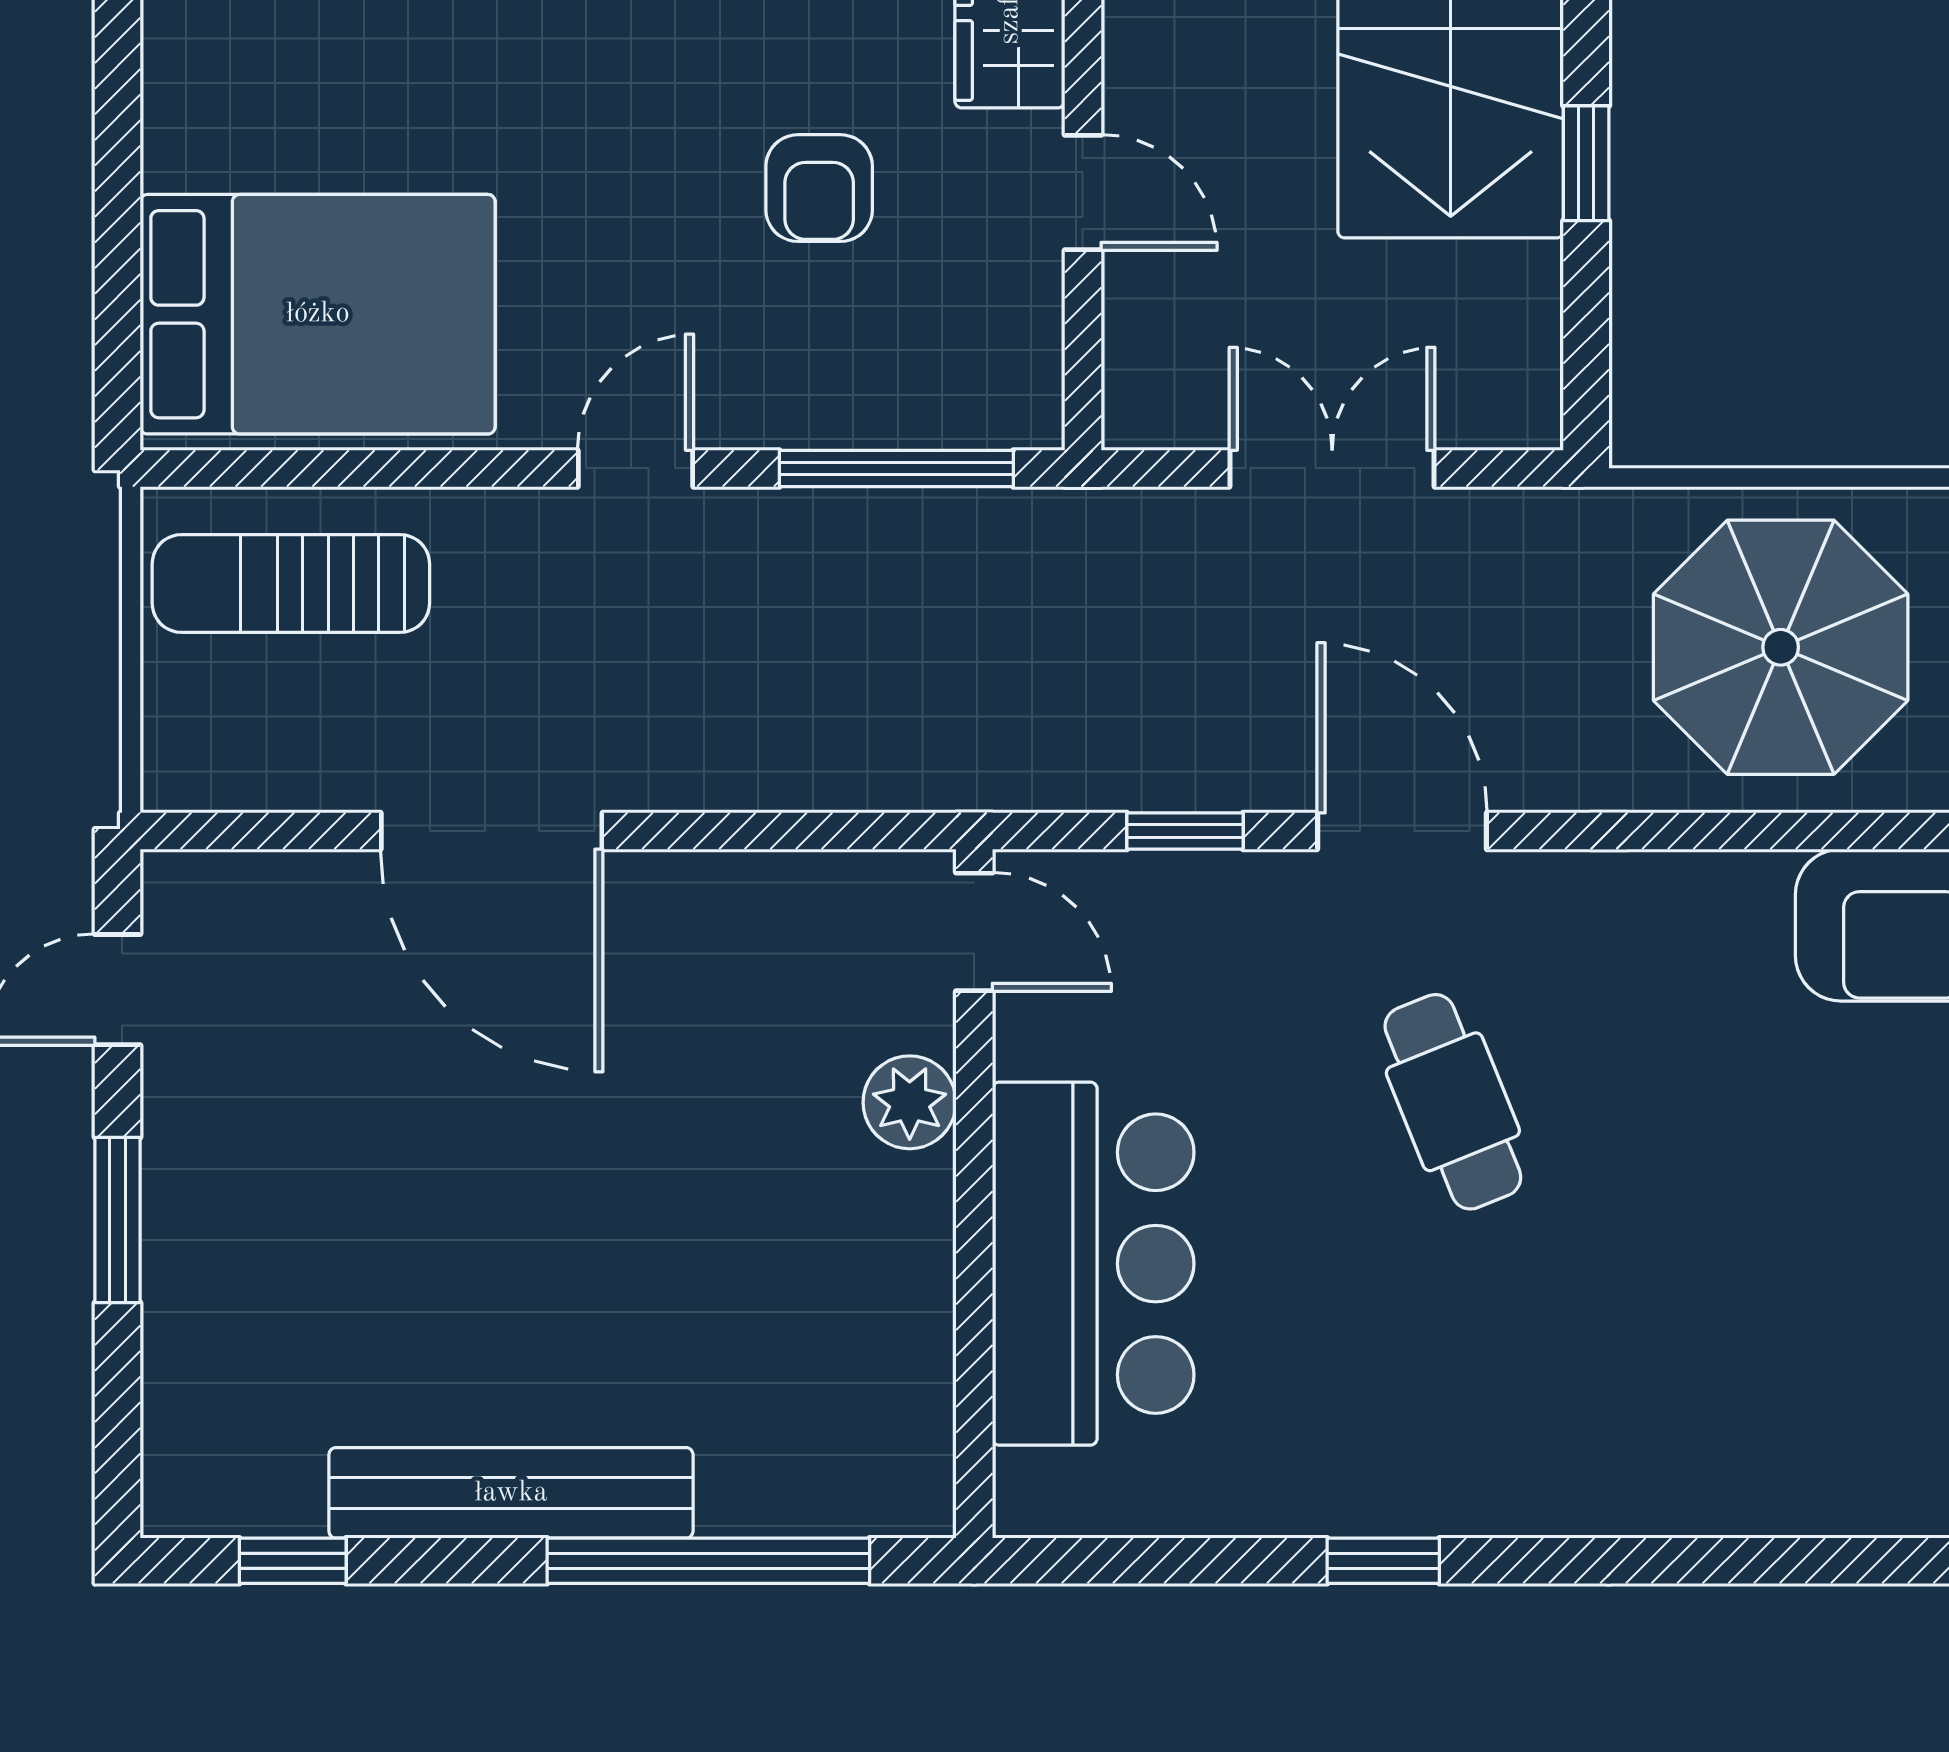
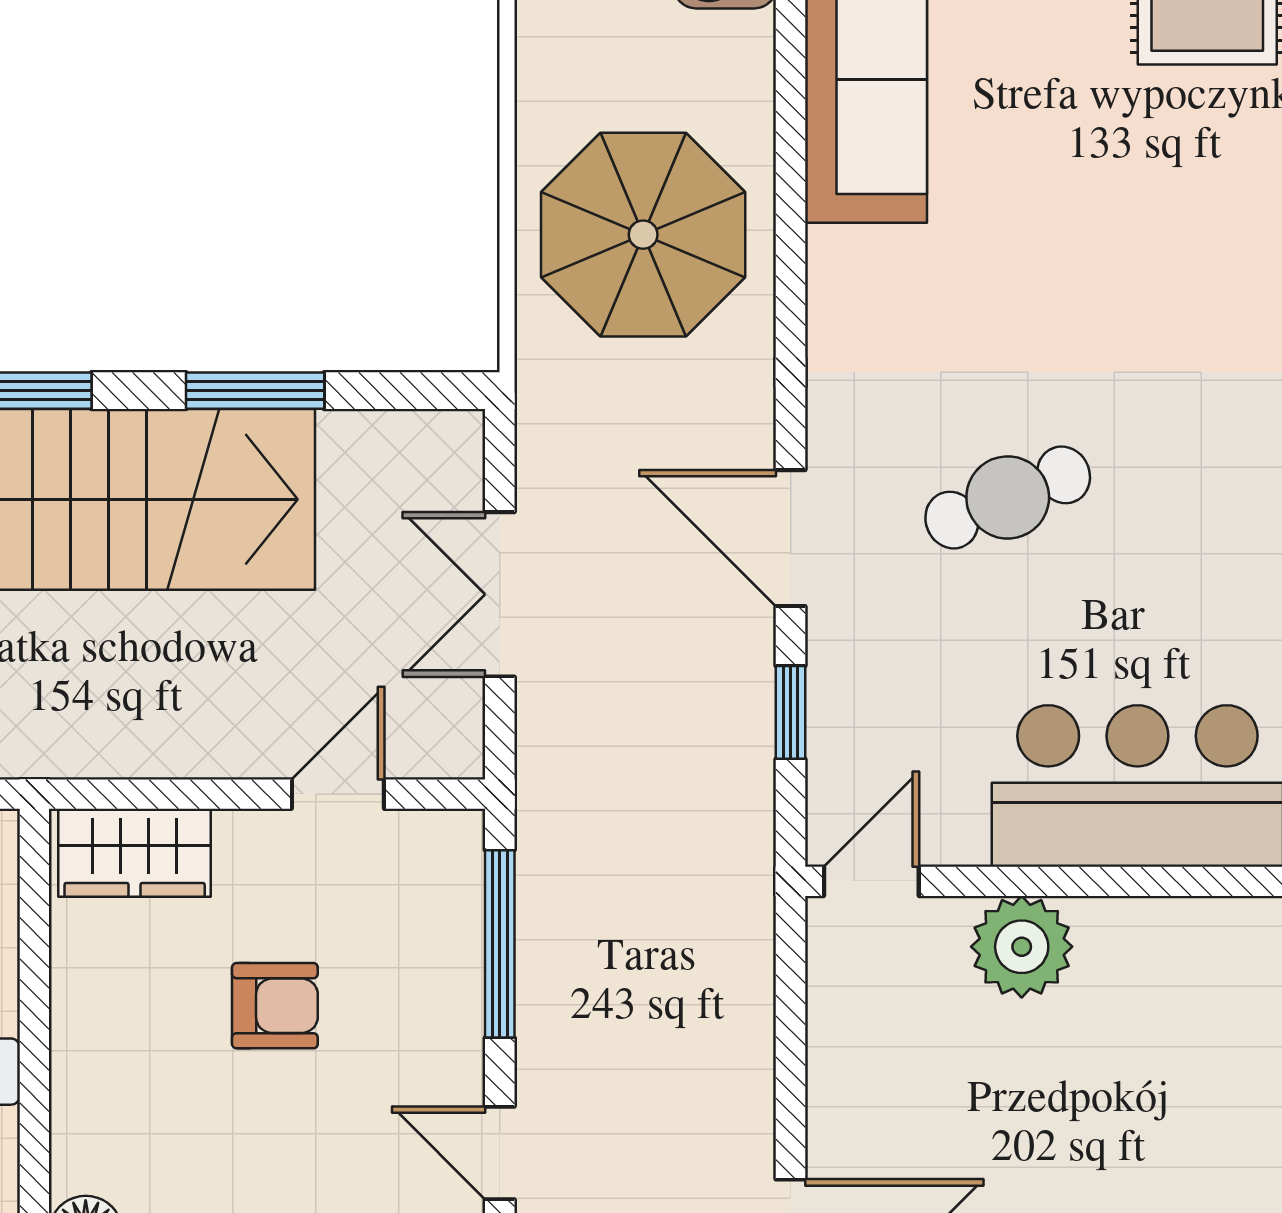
window: (1586, 163) -> (255, 391), width x1.50
door: (1083, 193) -> (338, 794), moved
door: (1402, 831) -> (791, 538), hinge flipped
plant: (910, 1102) -> (1022, 947), width x1.36, depth x1.36

